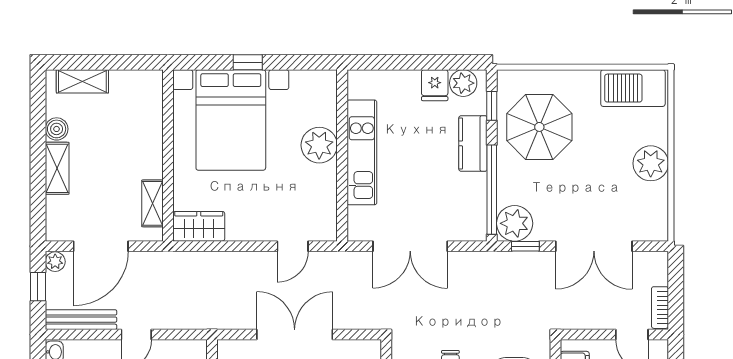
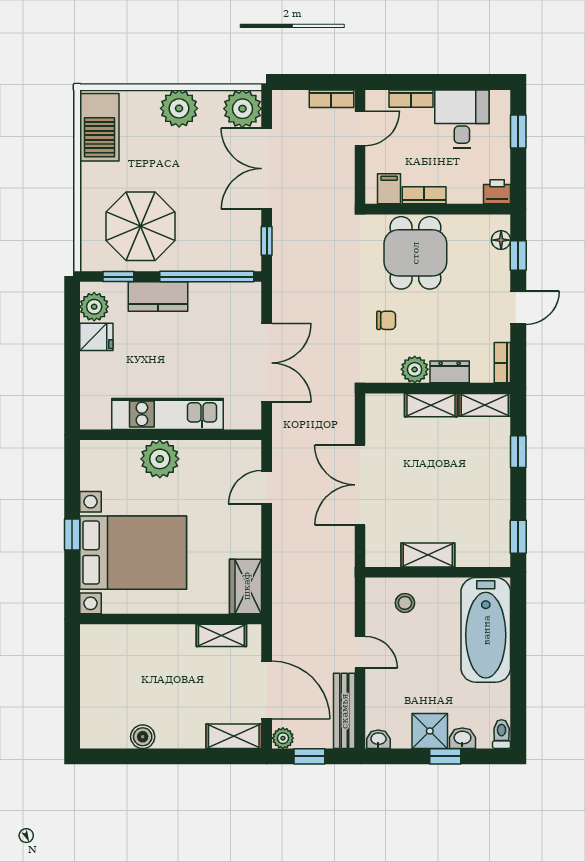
shelving: (82, 81) -> (92, 709), removed
shelving: (57, 168) -> (234, 736), moved
plant: (515, 223) -> (242, 109), moved
door: (293, 246) -> (267, 487), swing flipped
double door: (594, 246) -> (267, 169), swing flipped

